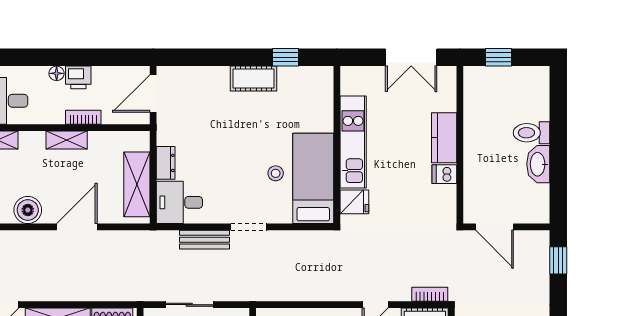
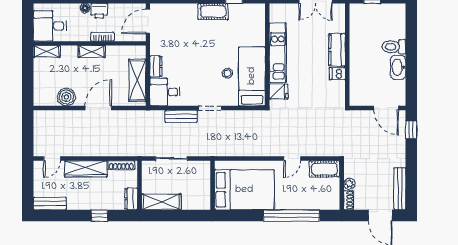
door: (494, 227) -> (386, 108), moved
bookcase: (430, 294) -> (328, 152), removed

